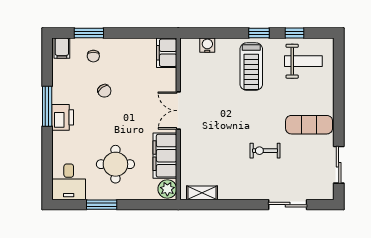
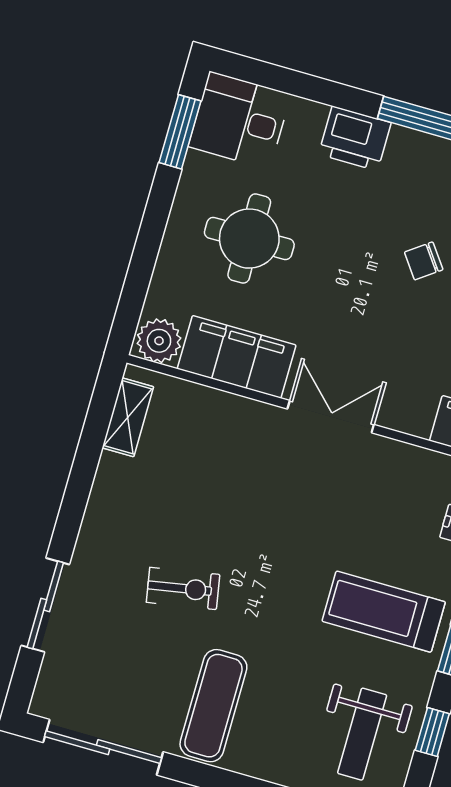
printer: (63, 117) -> (355, 138), moved
exercise bike: (265, 151) -> (183, 588), turned 80
sliding door: (339, 165) -> (103, 747), width x1.37
window: (102, 205) -> (180, 132), moved

